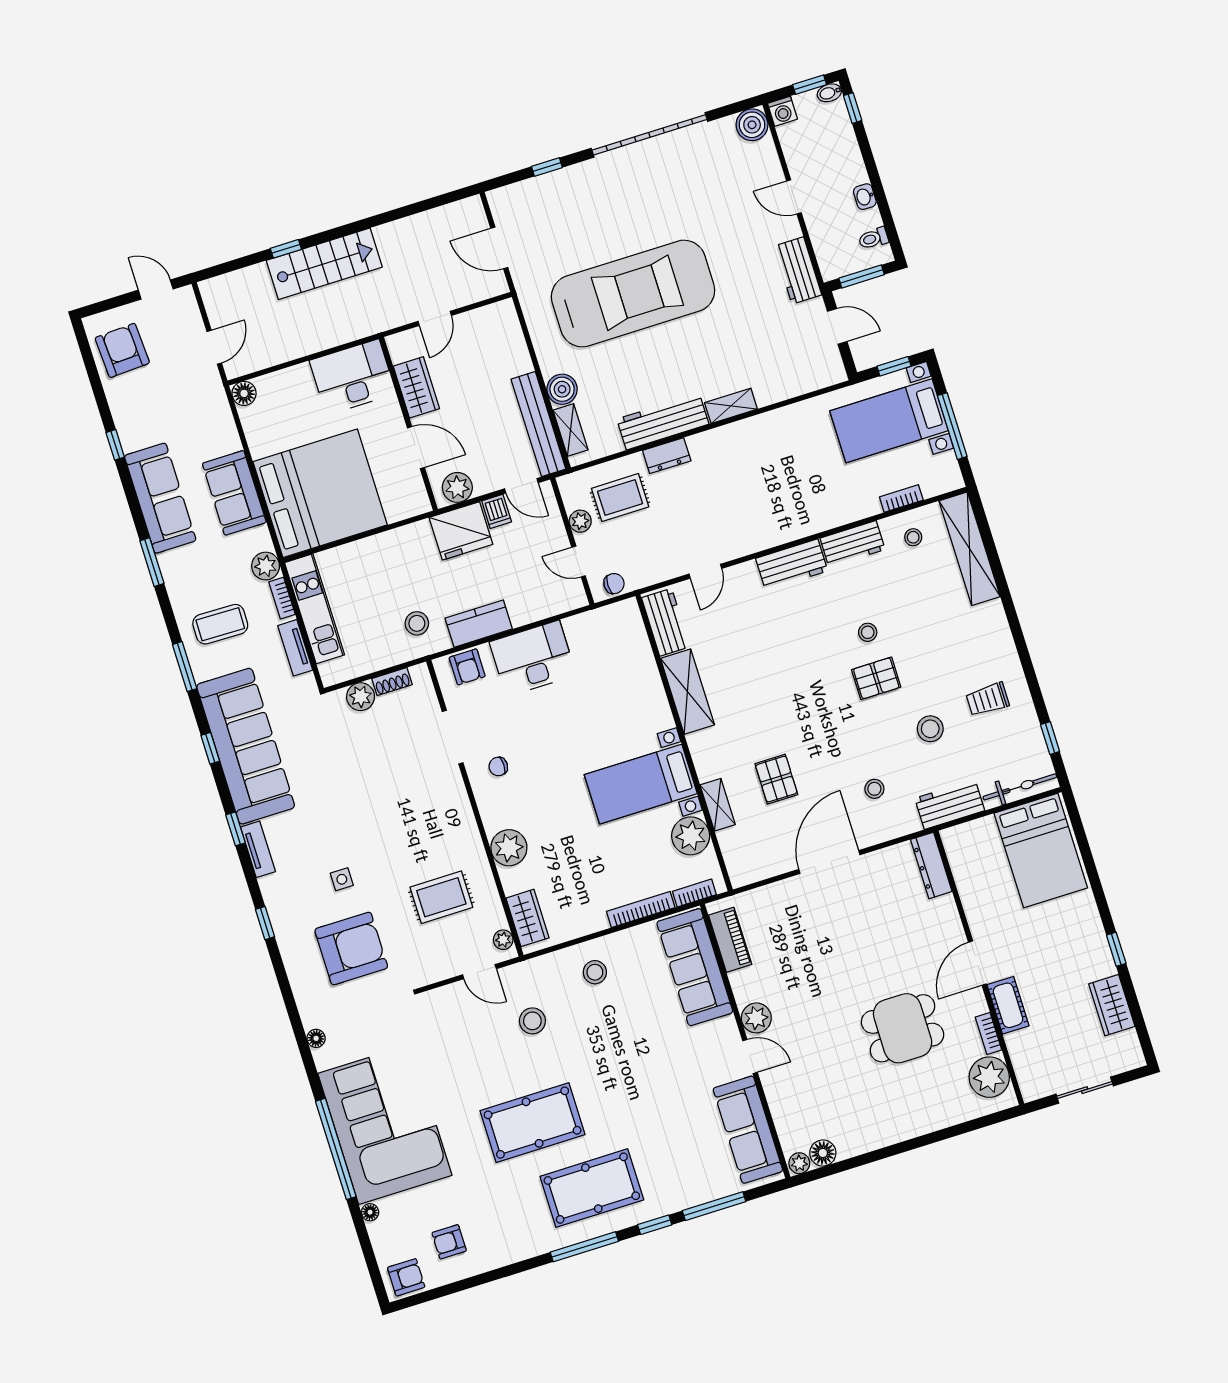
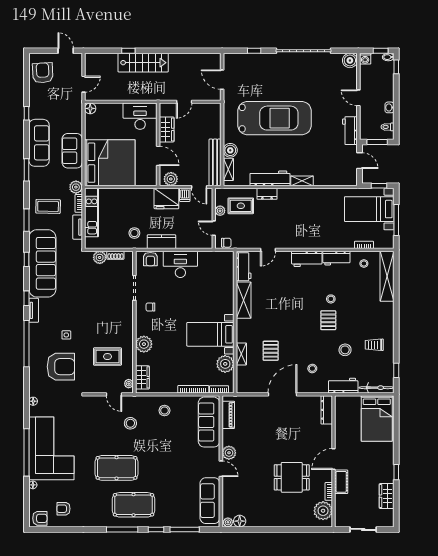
pallet: (876, 678) -> (328, 320), turned 90
window: (265, 923) -> (27, 344), width x3.17

